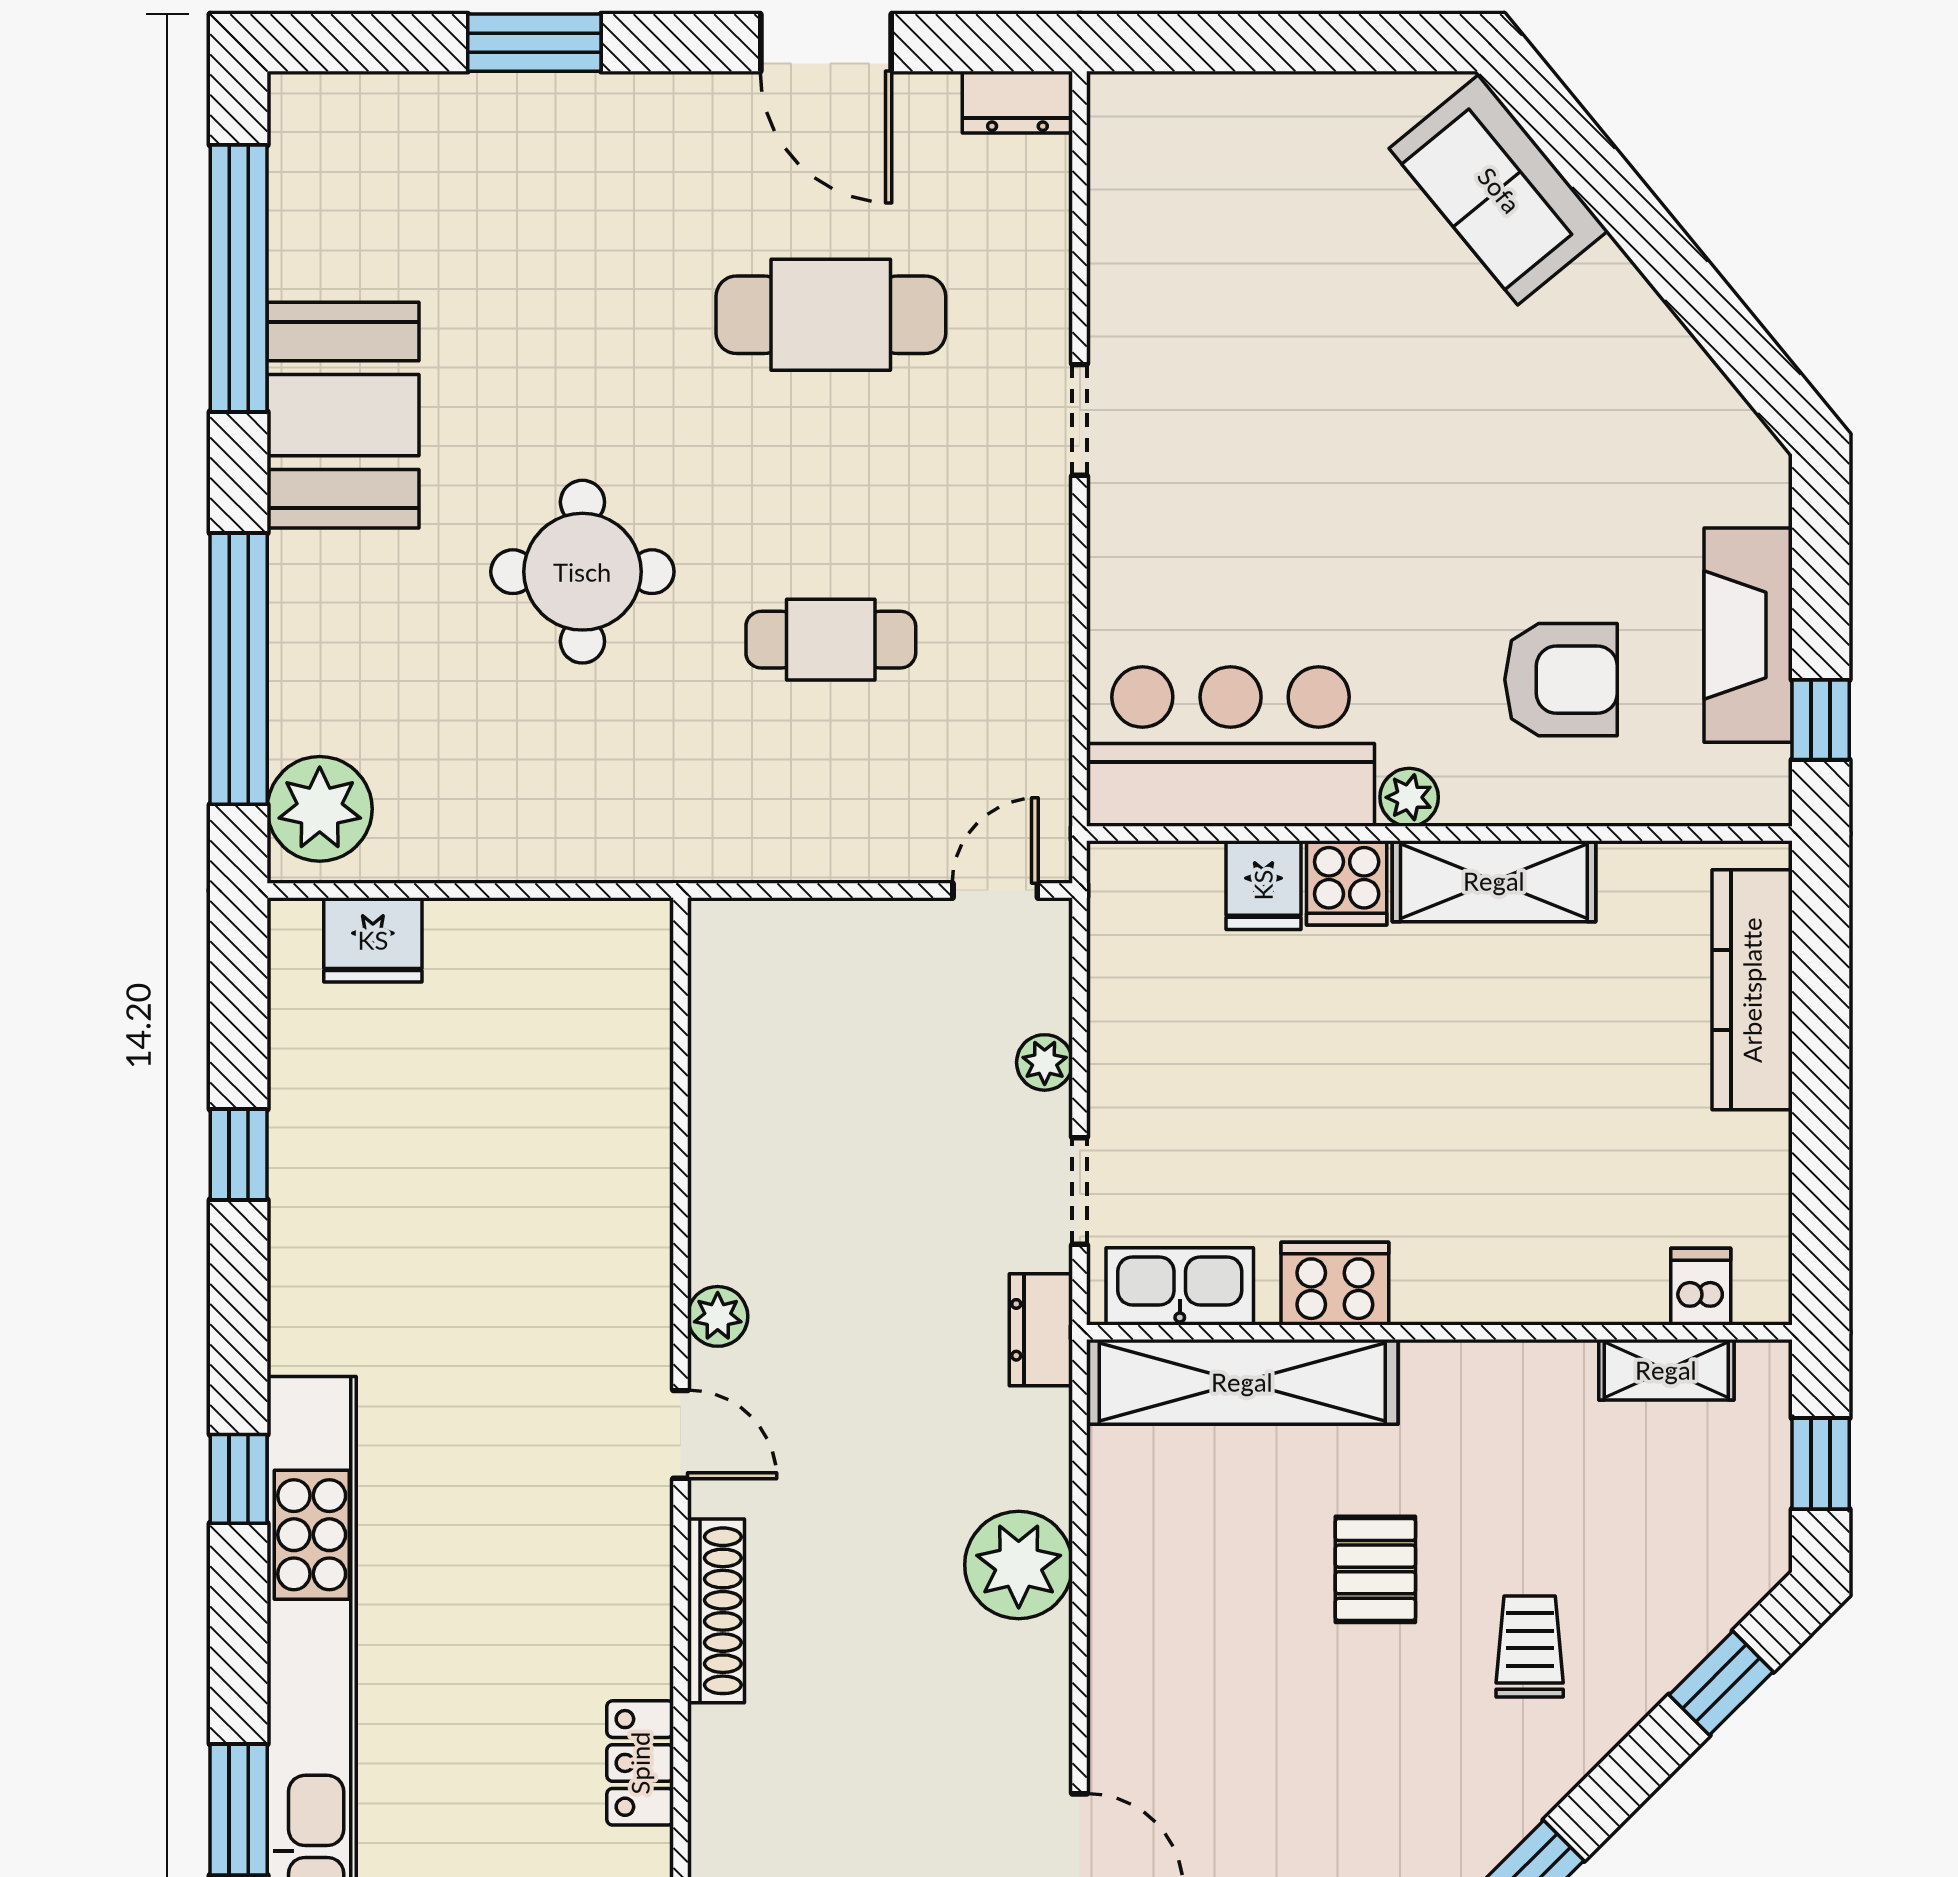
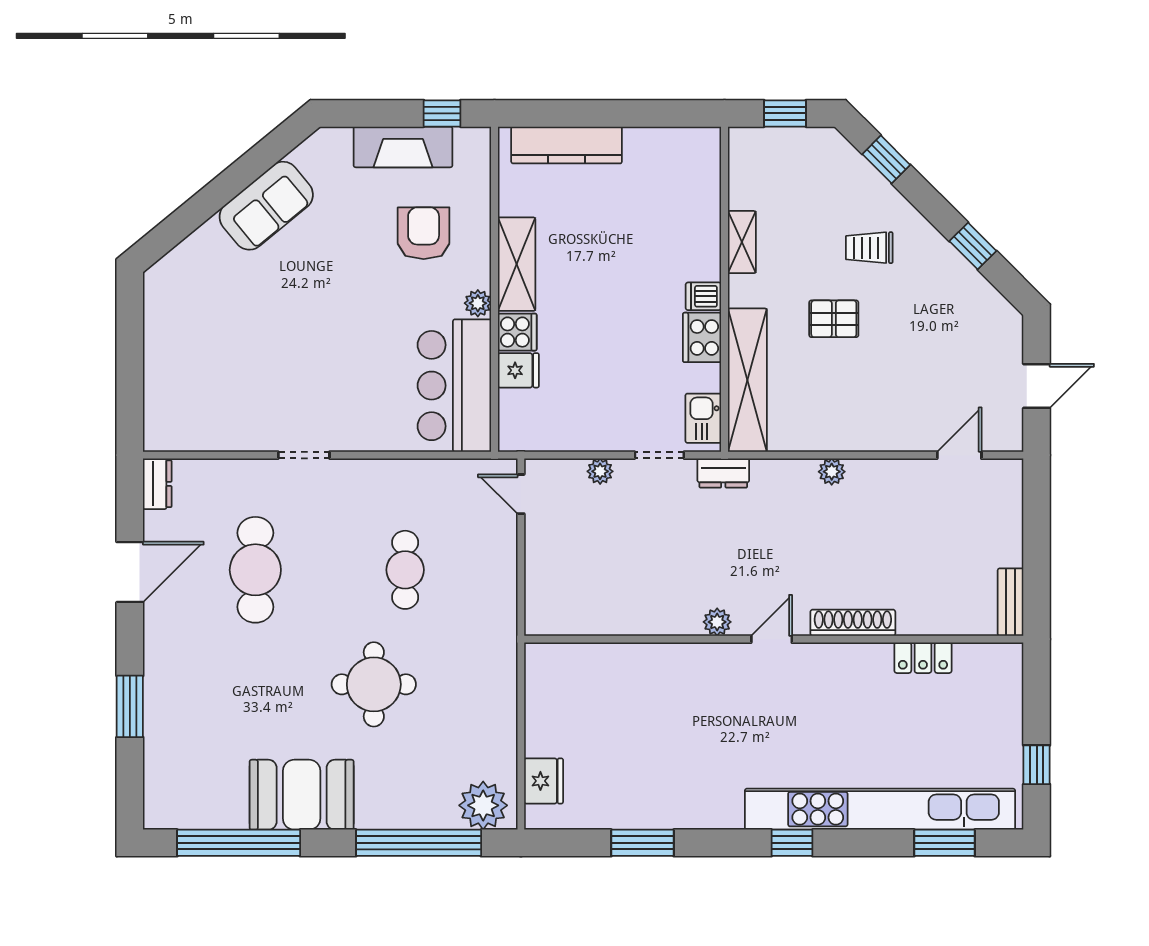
sofa: (1499, 190) -> (266, 206), moved
window: (239, 1154) -> (642, 843), width x1.50
kitchen sink: (1180, 1286) -> (703, 418), width x0.73
dishwasher: (1701, 1287) -> (703, 296), moved
shelving: (1666, 1370) -> (742, 242), moved
plant: (1019, 1565) -> (832, 472), width x0.53, depth x0.53

